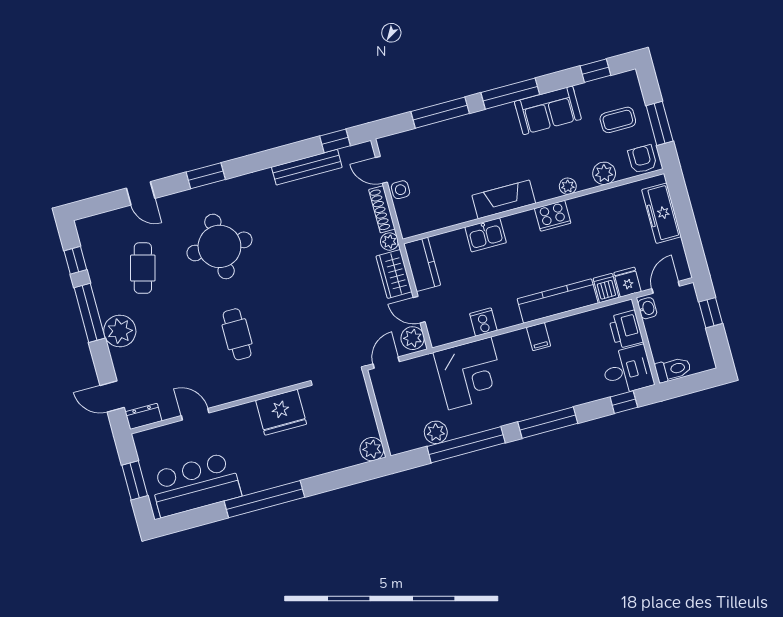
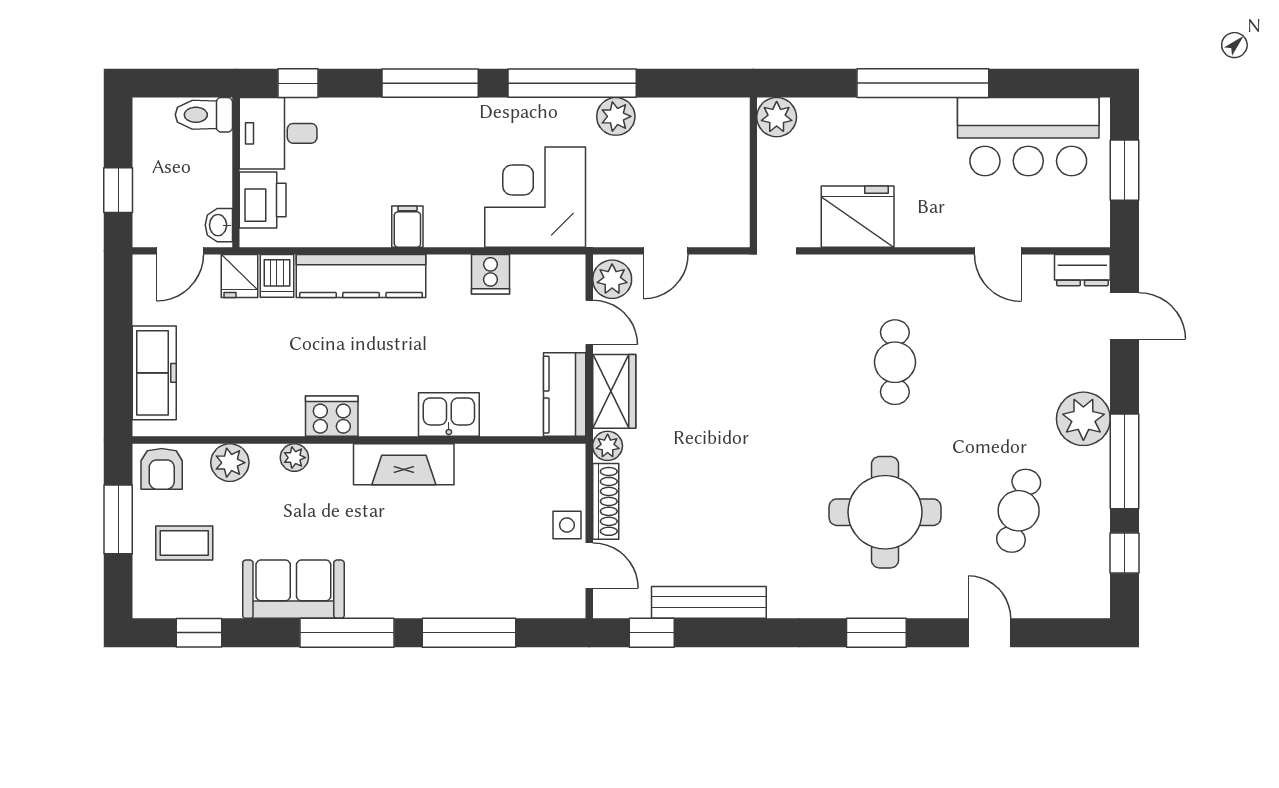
wall: (377, 414) -> (753, 172), moved
plant: (372, 449) -> (777, 117), moved

